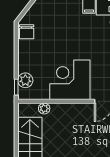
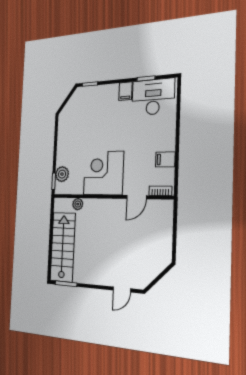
chair: (27, 32) -> (66, 124), removed

